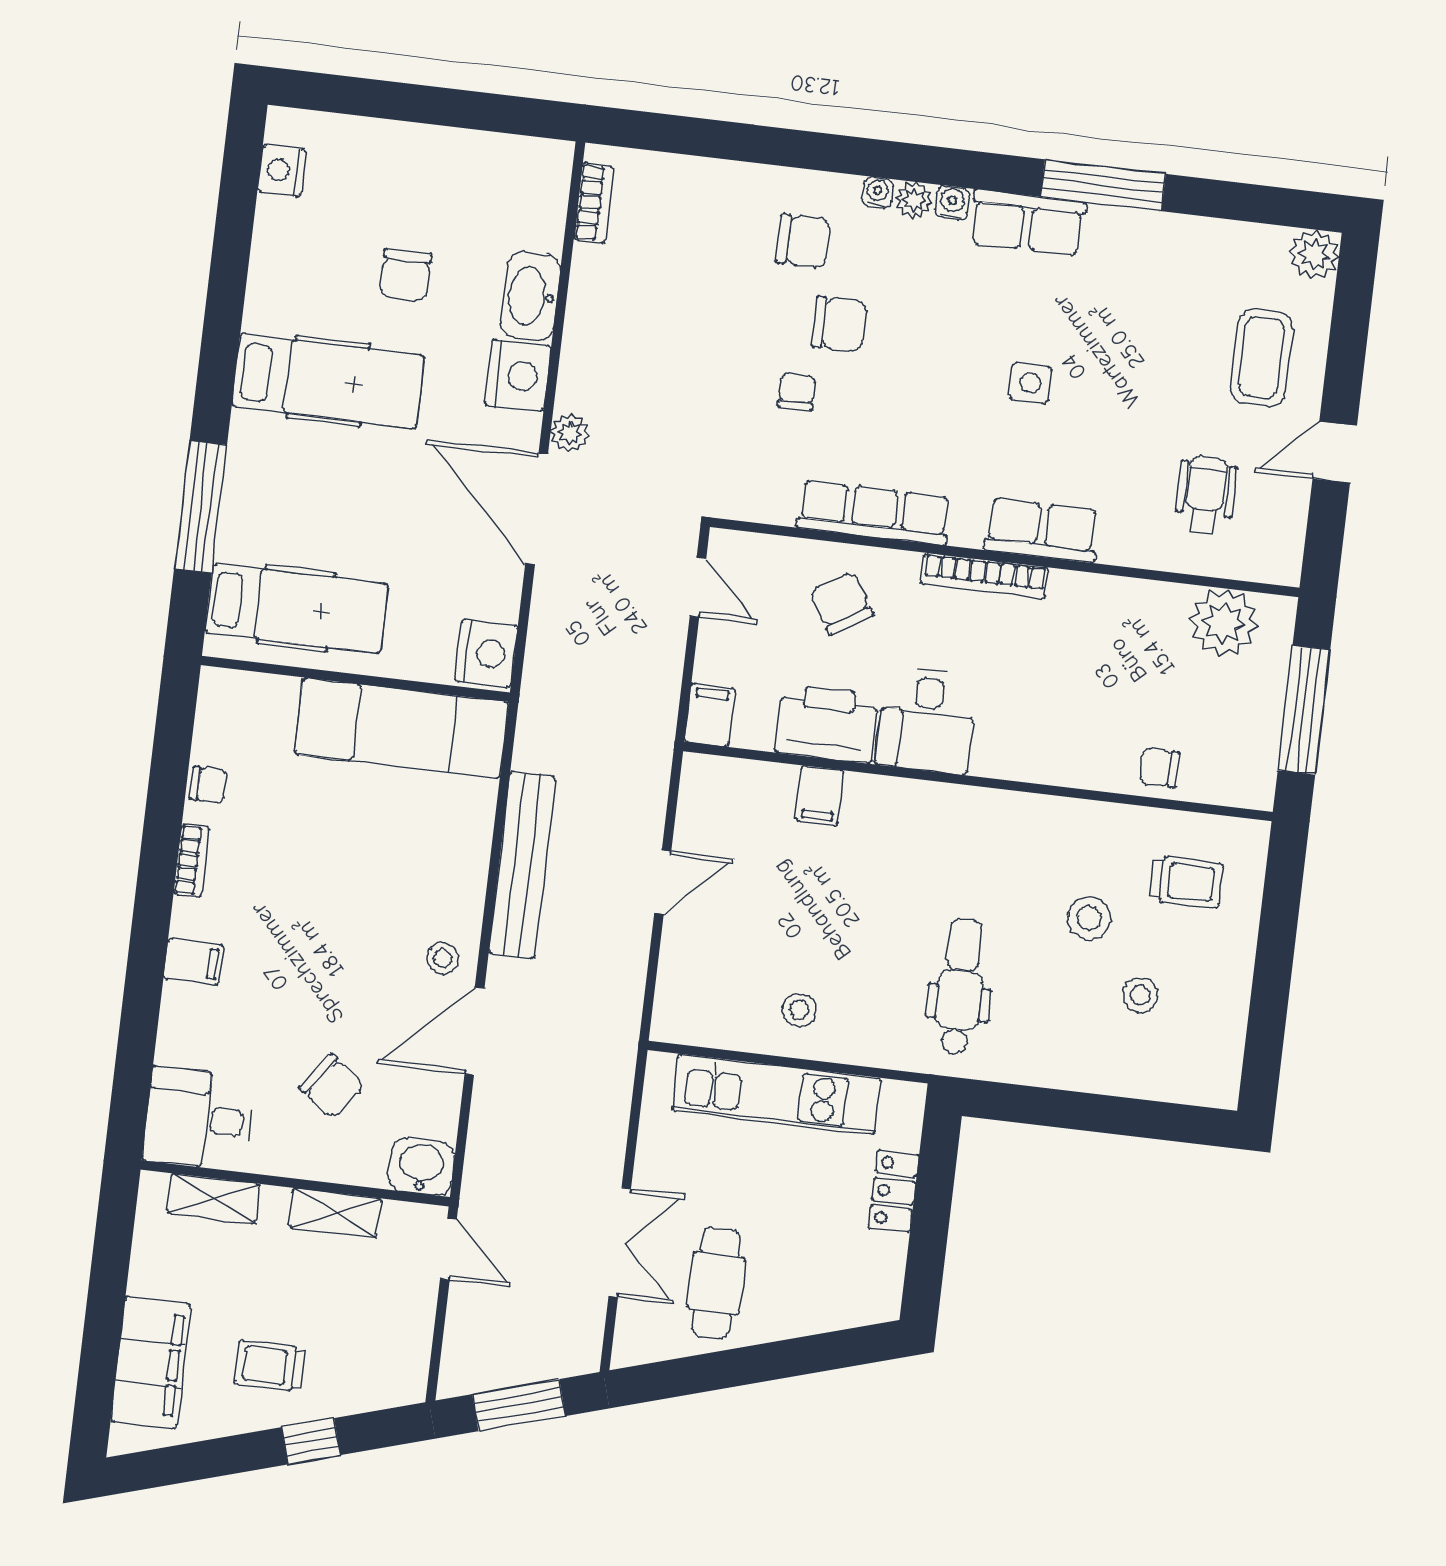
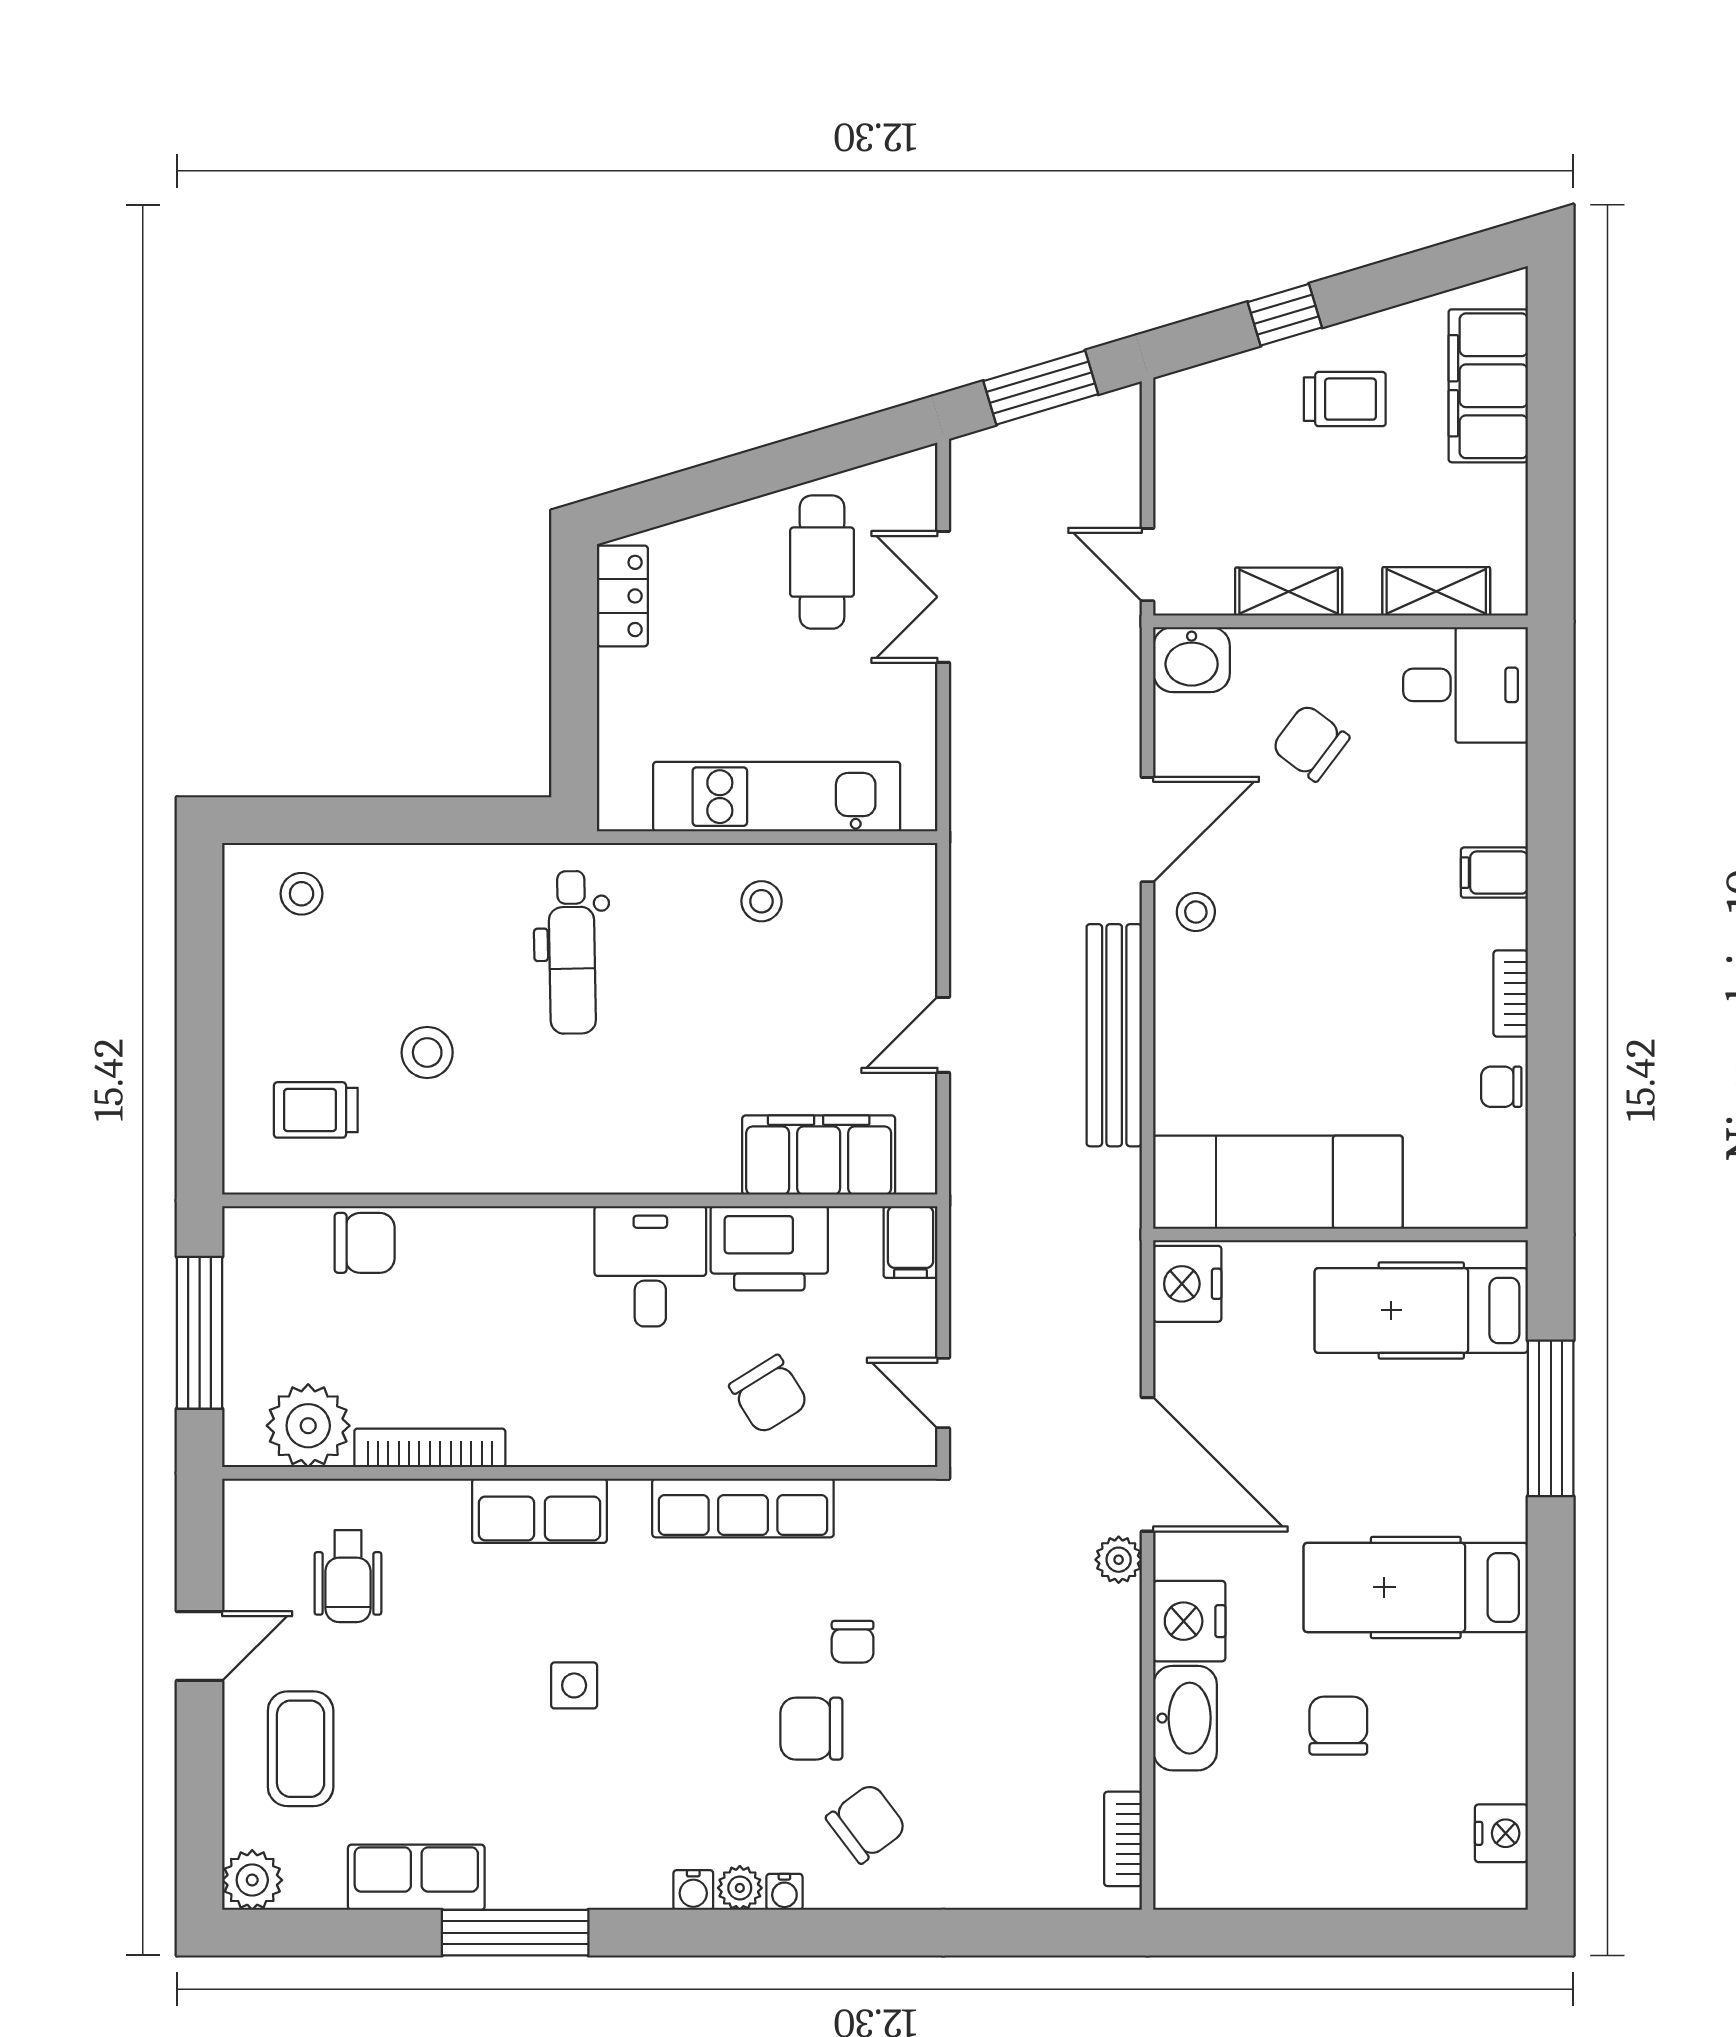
row of seats: (1027, 222) -> (416, 1877), moved
chair: (803, 241) -> (866, 1823), turned 143
bookcase: (985, 576) -> (430, 1448), moved
chair: (1159, 768) -> (365, 1243), width x1.37, depth x1.37
filing cabinet: (820, 796) -> (819, 1155), width x3.00, depth x1.17
stool: (1140, 995) -> (302, 894), moved
locker: (894, 1191) -> (622, 596), moved

